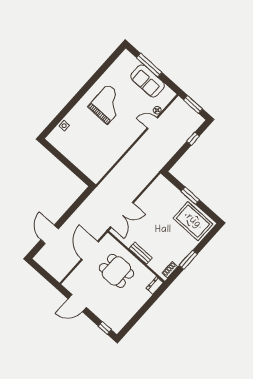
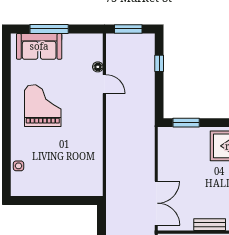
sofa: (148, 81) -> (39, 46), moved
door: (152, 123) -> (104, 84), swing flipped
window: (190, 196) -> (186, 123), moved

